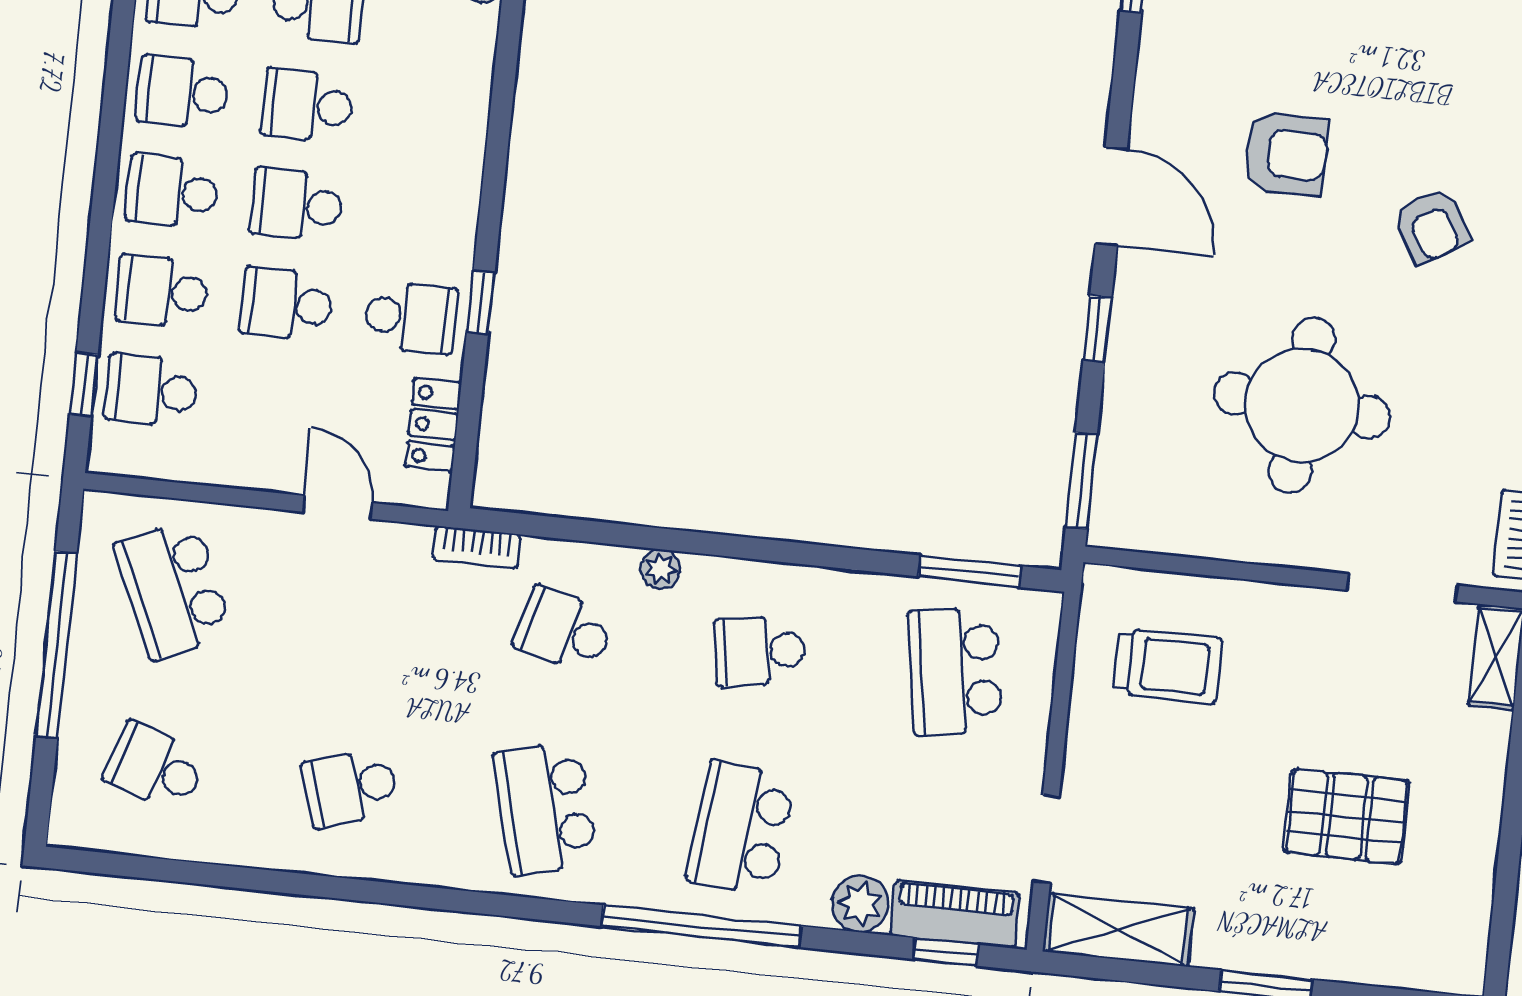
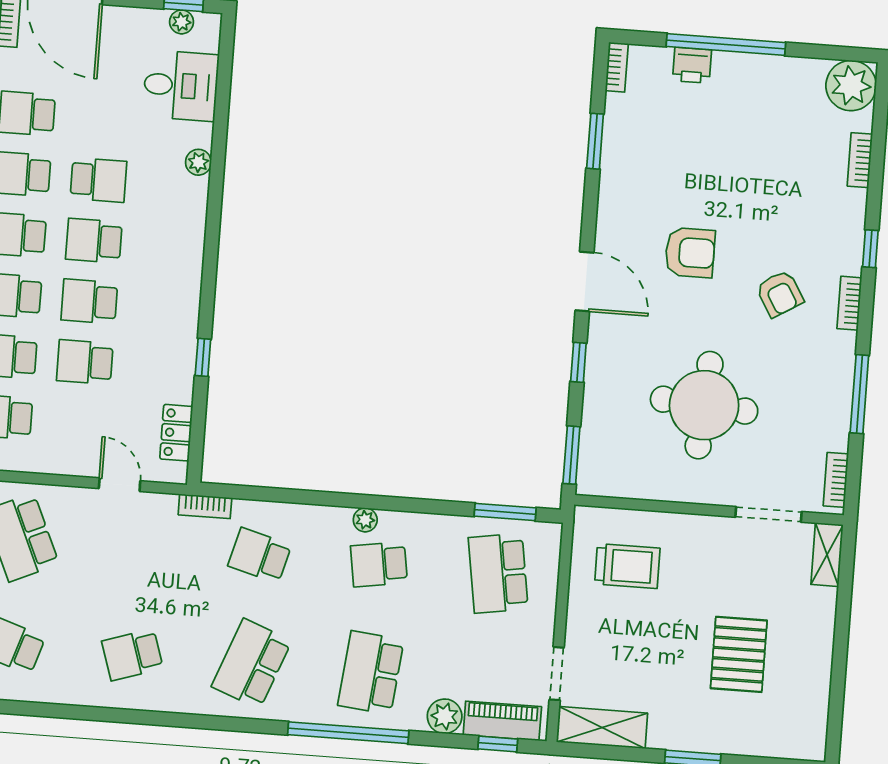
school desk: (411, 317) -> (161, 368), removed
plant: (661, 569) -> (365, 520), moved
school desk: (546, 808) -> (252, 664), turned 36
pallet: (1347, 816) -> (739, 654), turned 90

